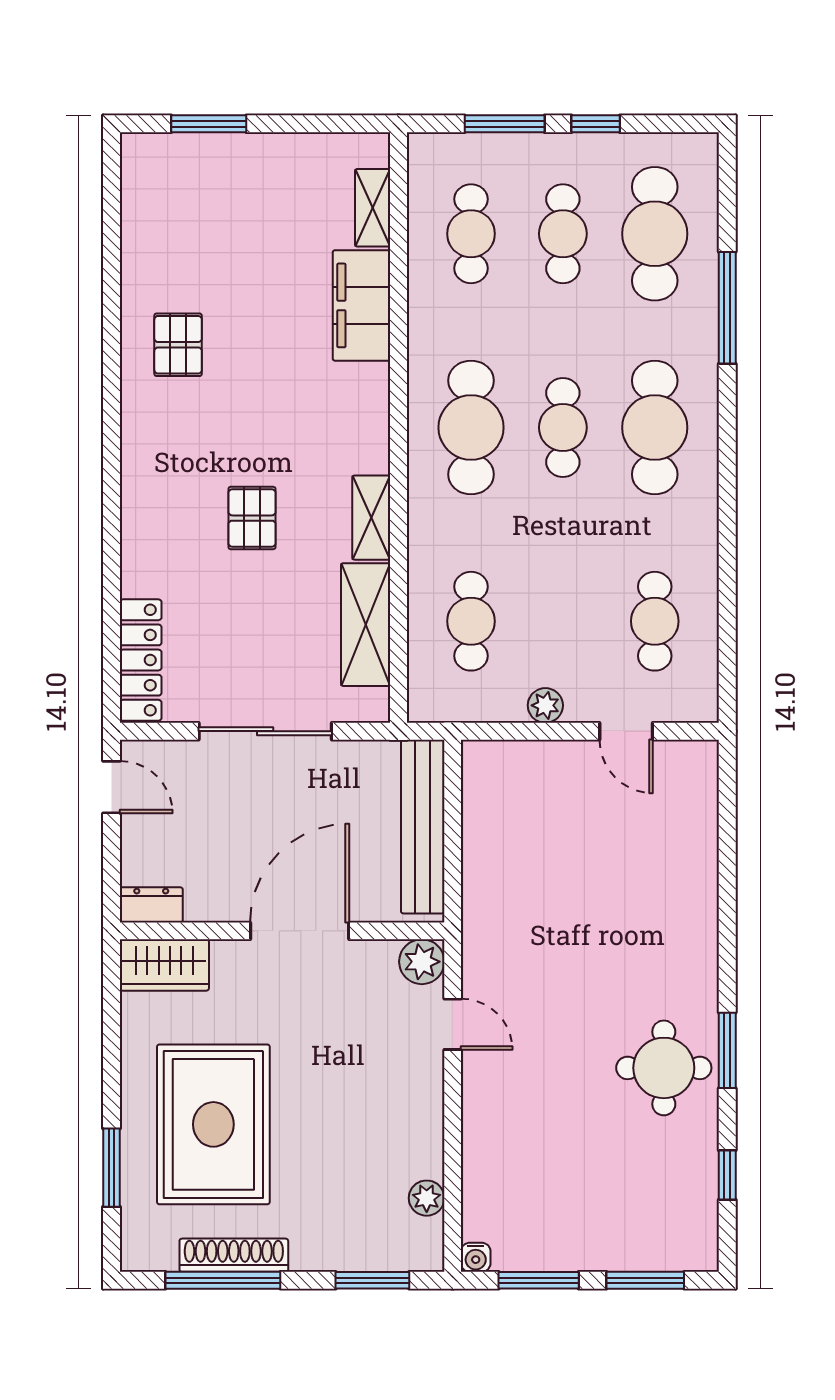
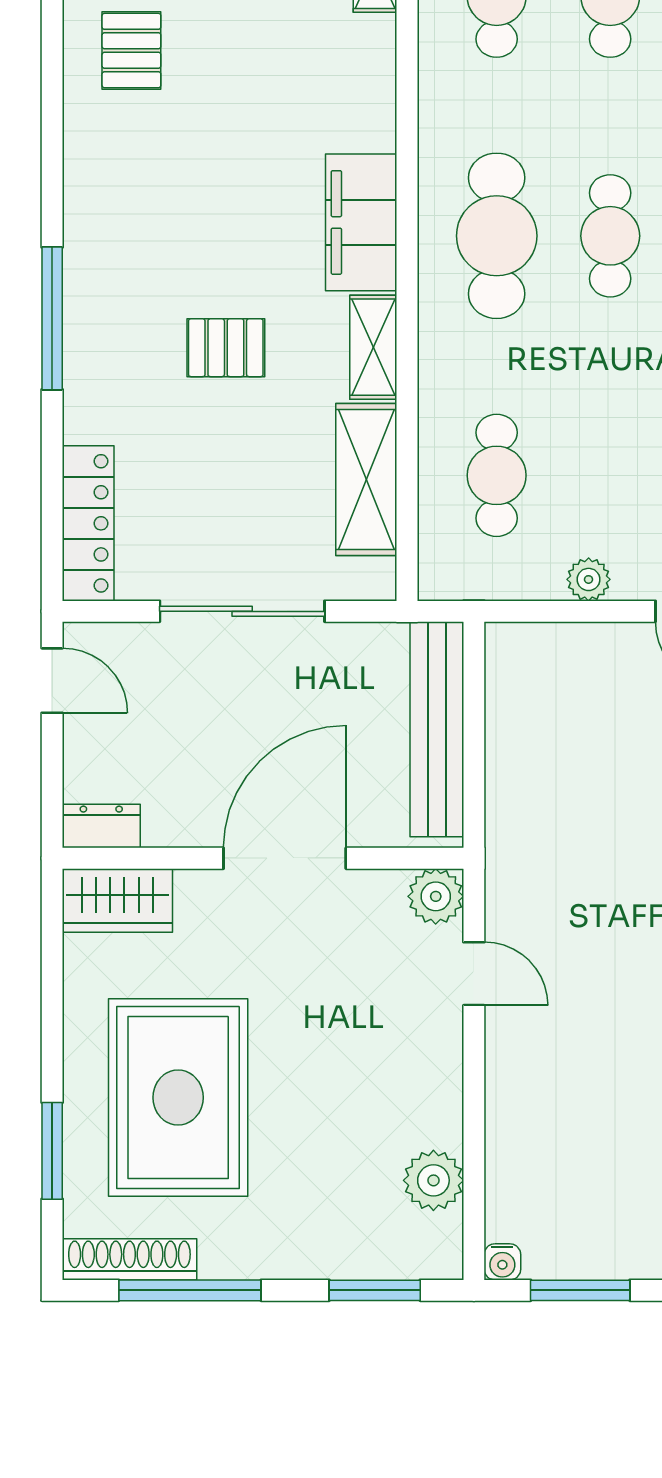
filing cabinet: (362, 305) -> (361, 222), moved
pallet: (178, 345) -> (131, 51), moved
window: (112, 494) -> (52, 318), added
pallet: (252, 518) -> (226, 348), turned 90
plant: (427, 1198) -> (433, 1180), width x1.38, depth x1.38
shoe rack: (234, 1255) -> (129, 1259), moved

